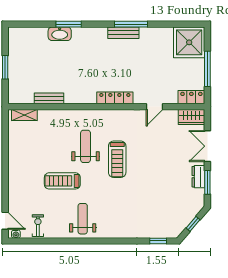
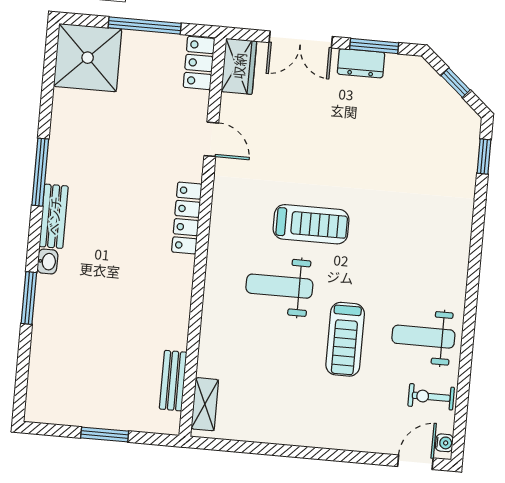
bench: (123, 33) -> (54, 216), moved
washbasin: (60, 34) -> (47, 262), moved, width x0.52, depth x0.69
bench: (49, 98) -> (173, 381), moved
weight bench: (83, 219) -> (423, 337), moved

